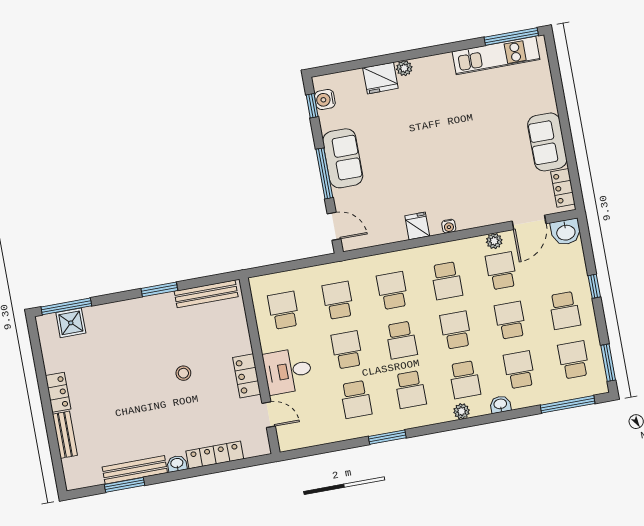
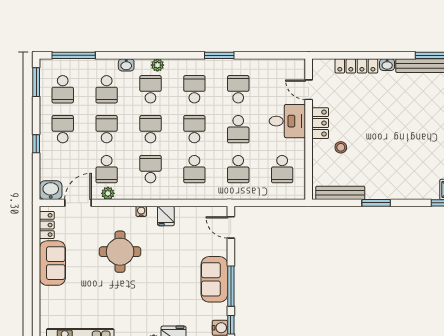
round table: (466, 171) -> (120, 252), added
window: (324, 173) -> (231, 286), moved
school desk: (510, 320) -> (107, 129), turned 180
school desk: (456, 330) -> (150, 129), turned 180
stool: (183, 373) -> (341, 147), moved

